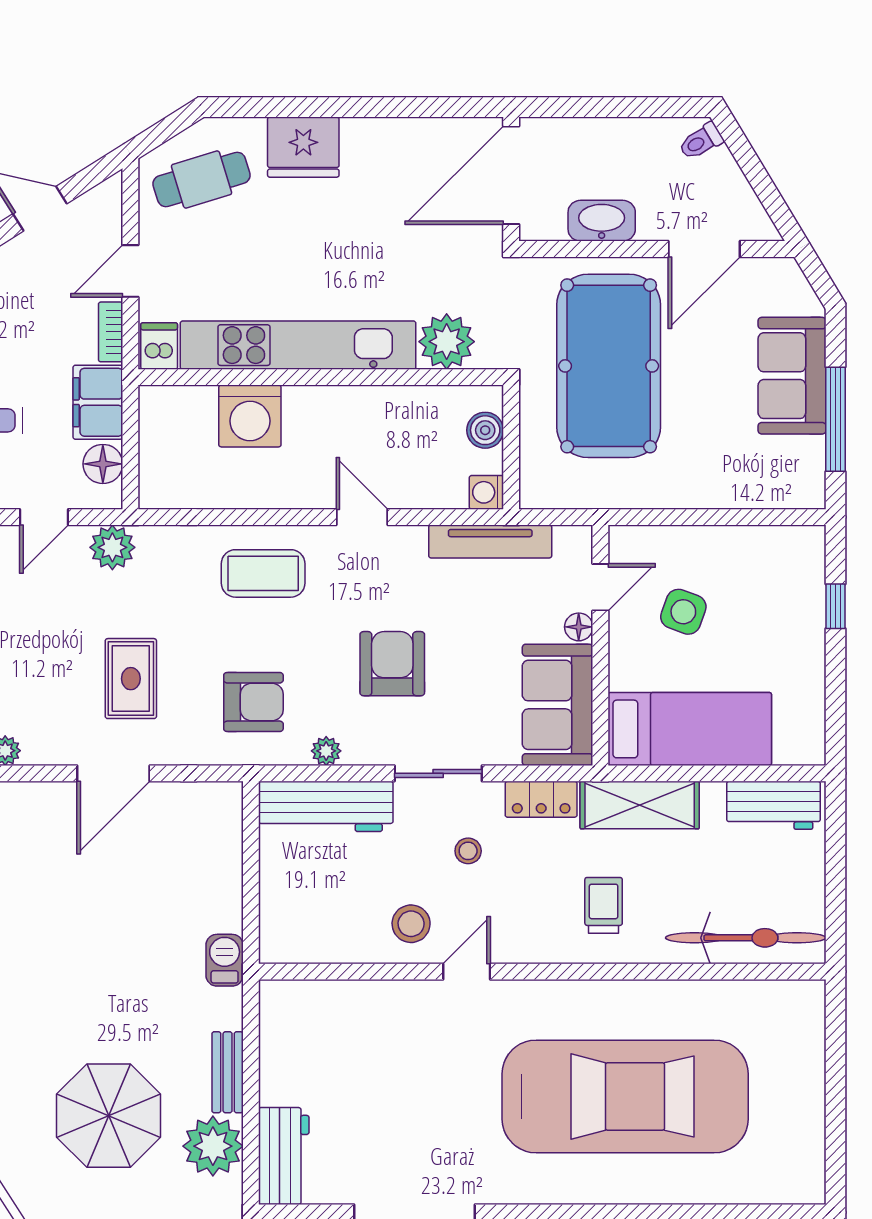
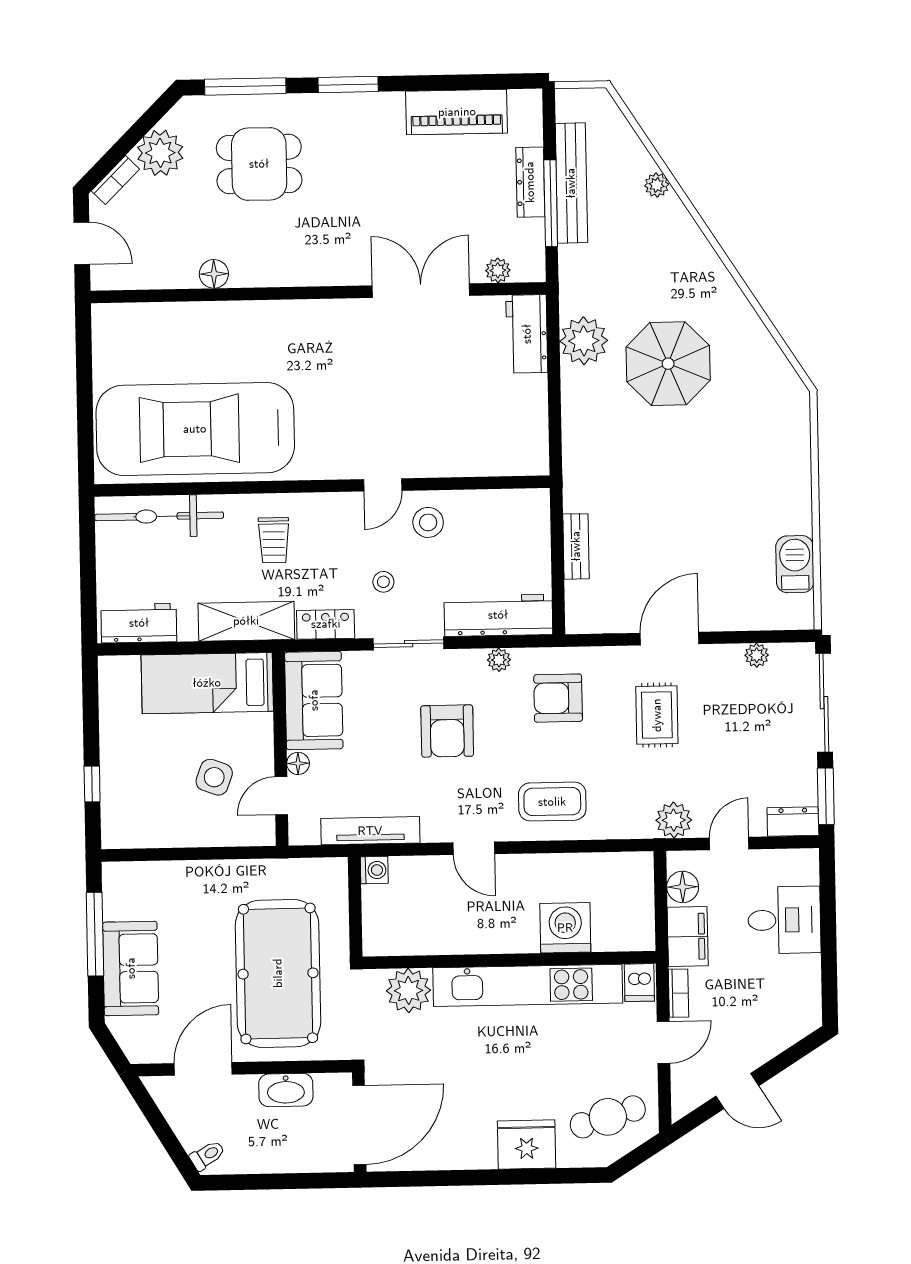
boiler: (485, 430) -> (376, 920), removed
barbecue: (225, 960) -> (577, 490), removed
bench: (228, 1072) -> (576, 546), moved
car: (625, 1096) -> (195, 429), moved

